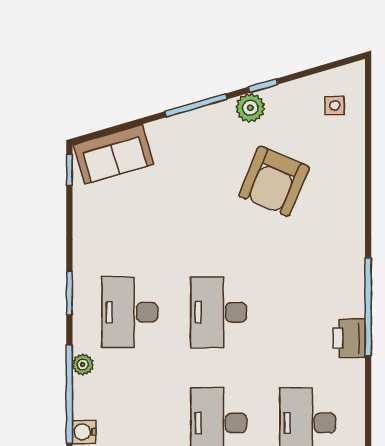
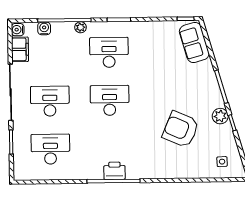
printer: (349, 338) -> (114, 171), moved

